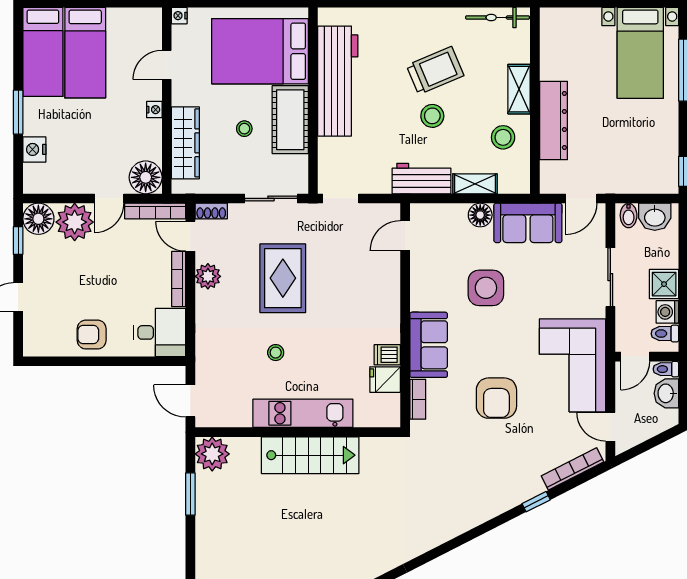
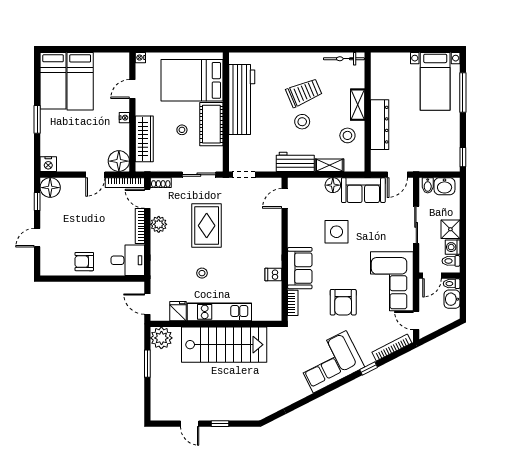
nightstand: (34, 149) -> (48, 164), moved, turned -90
plant: (75, 222) -> (73, 190), removed
fridge: (385, 380) -> (178, 311), moved, turned 90
stairs: (310, 455) -> (224, 345), width x1.36, depth x1.51
corner sofa: (475, 491) -> (330, 362), added

